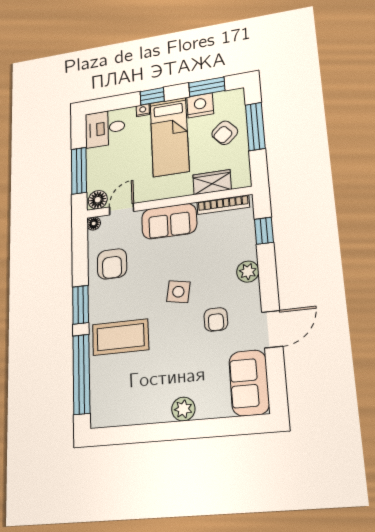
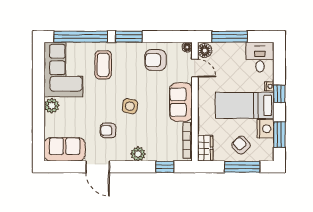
wardrobe: (212, 182) -> (205, 148), moved
coffee table: (120, 337) -> (103, 65), width x0.73, depth x0.76
corner sofa: (129, 396) -> (63, 70), added

